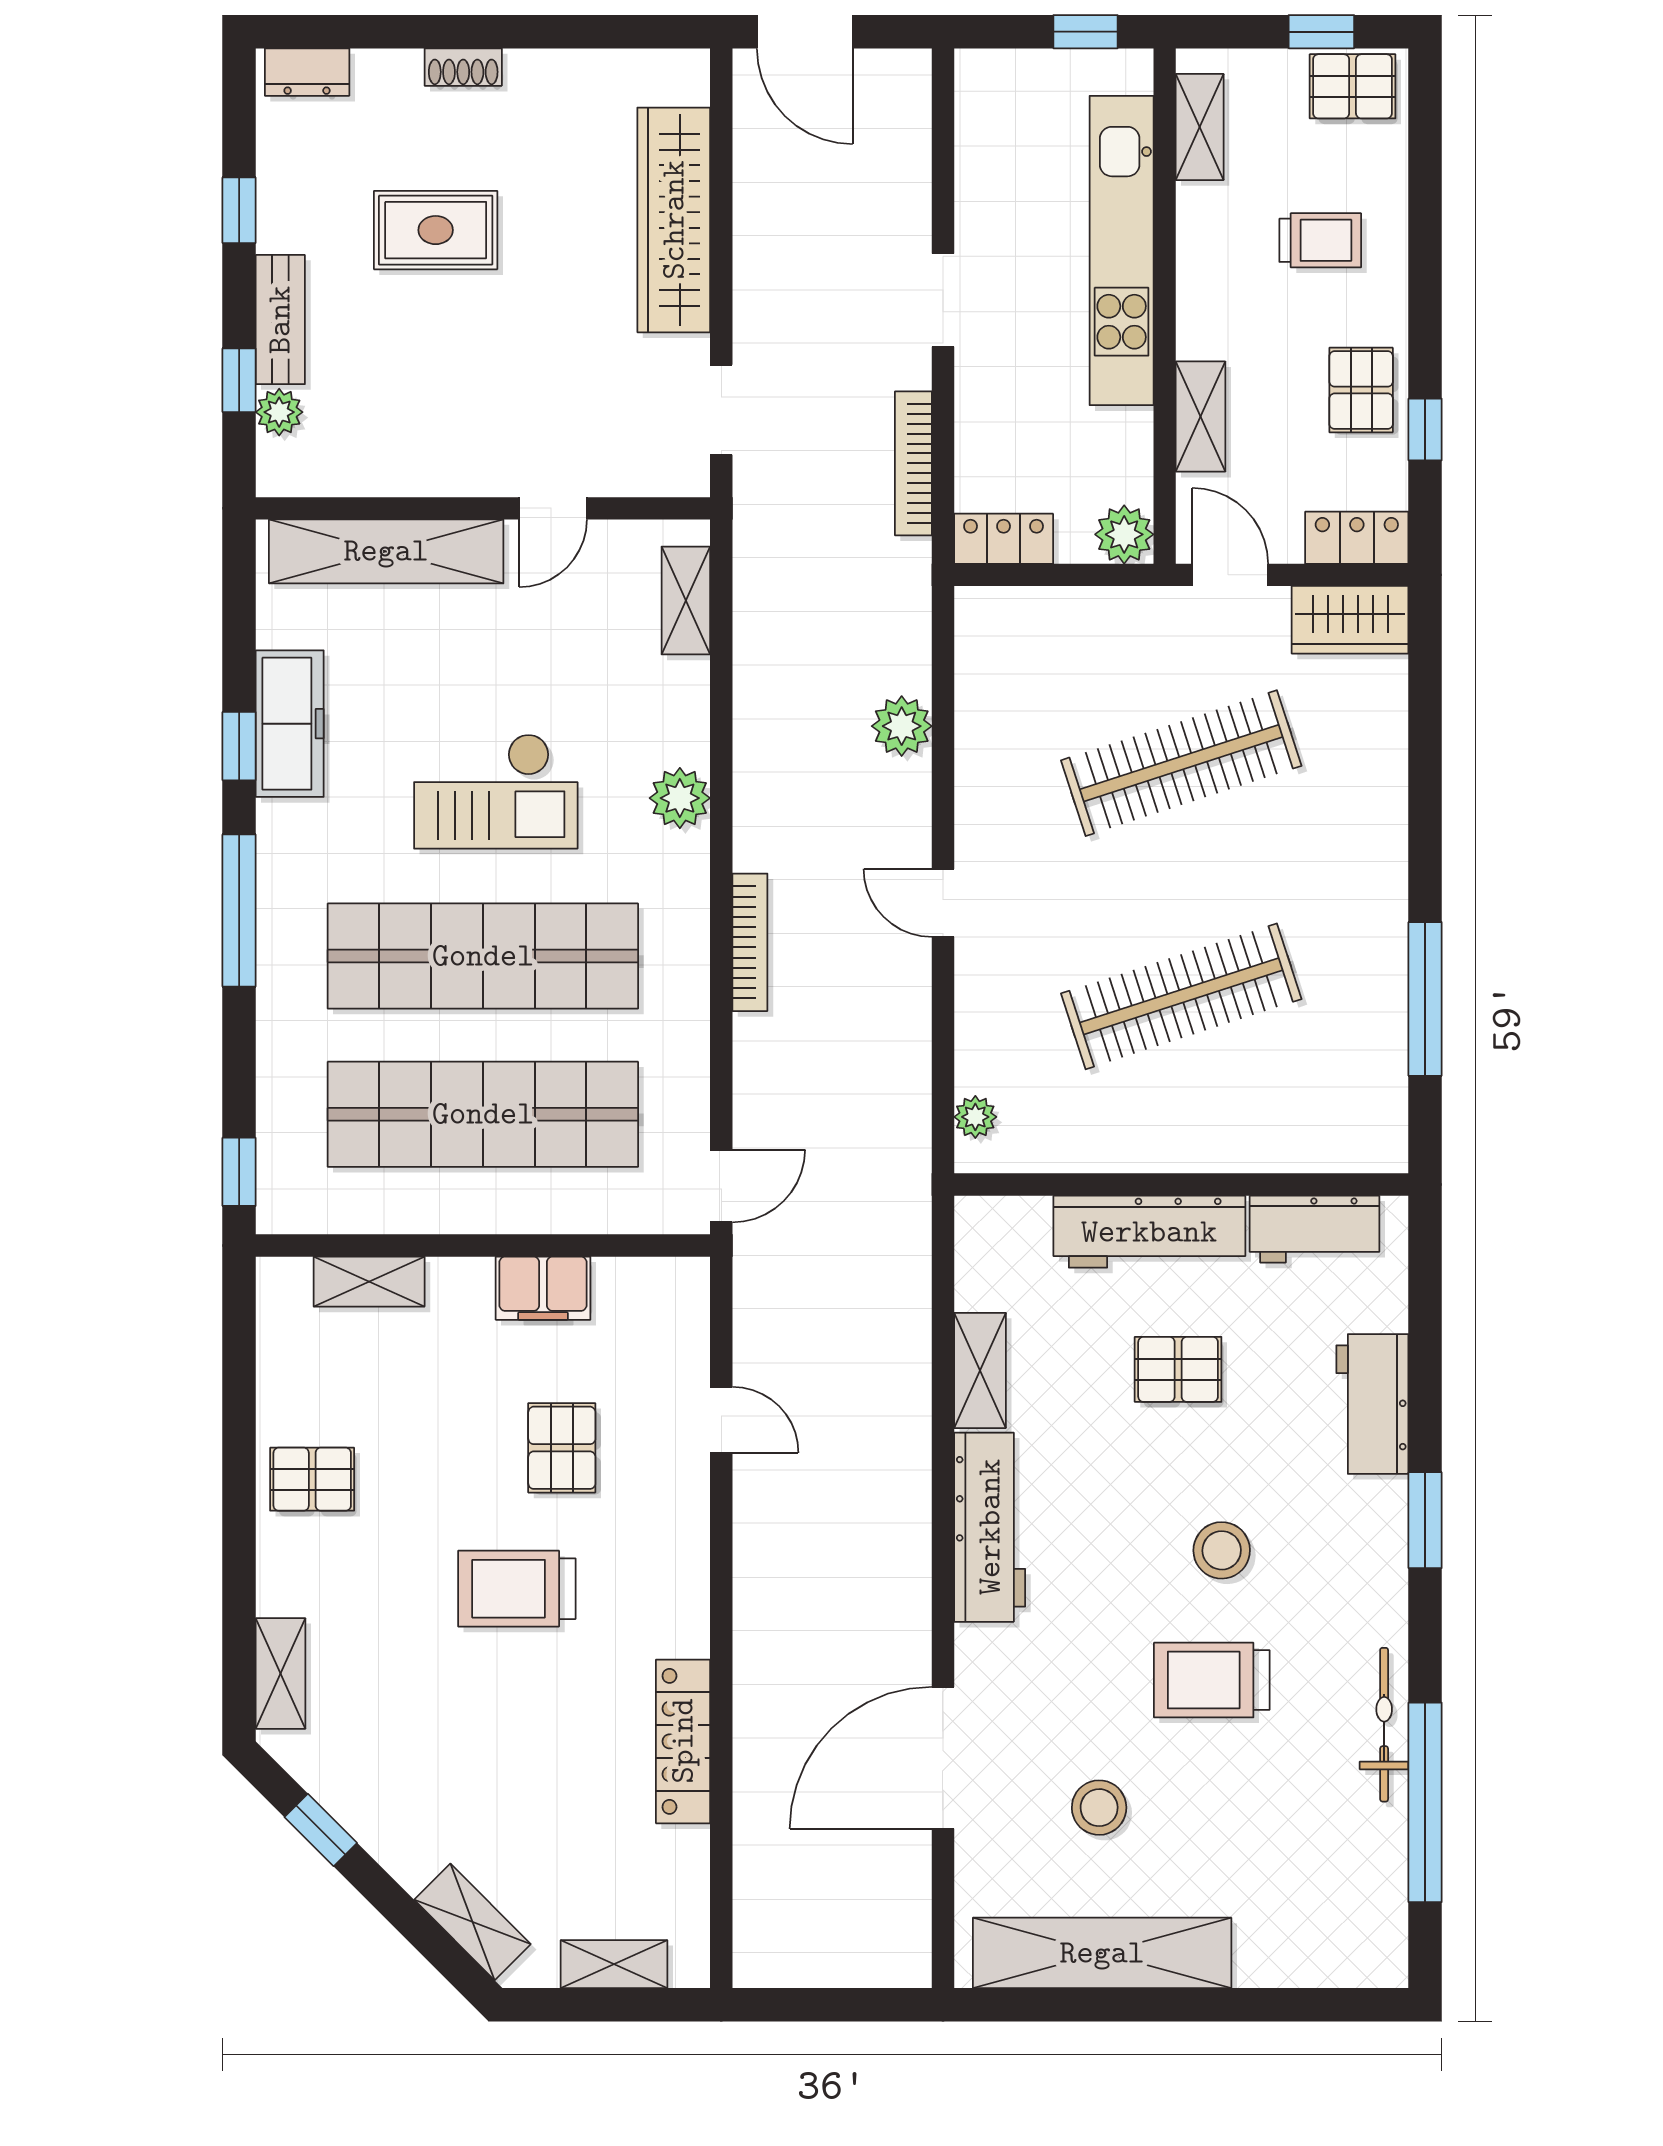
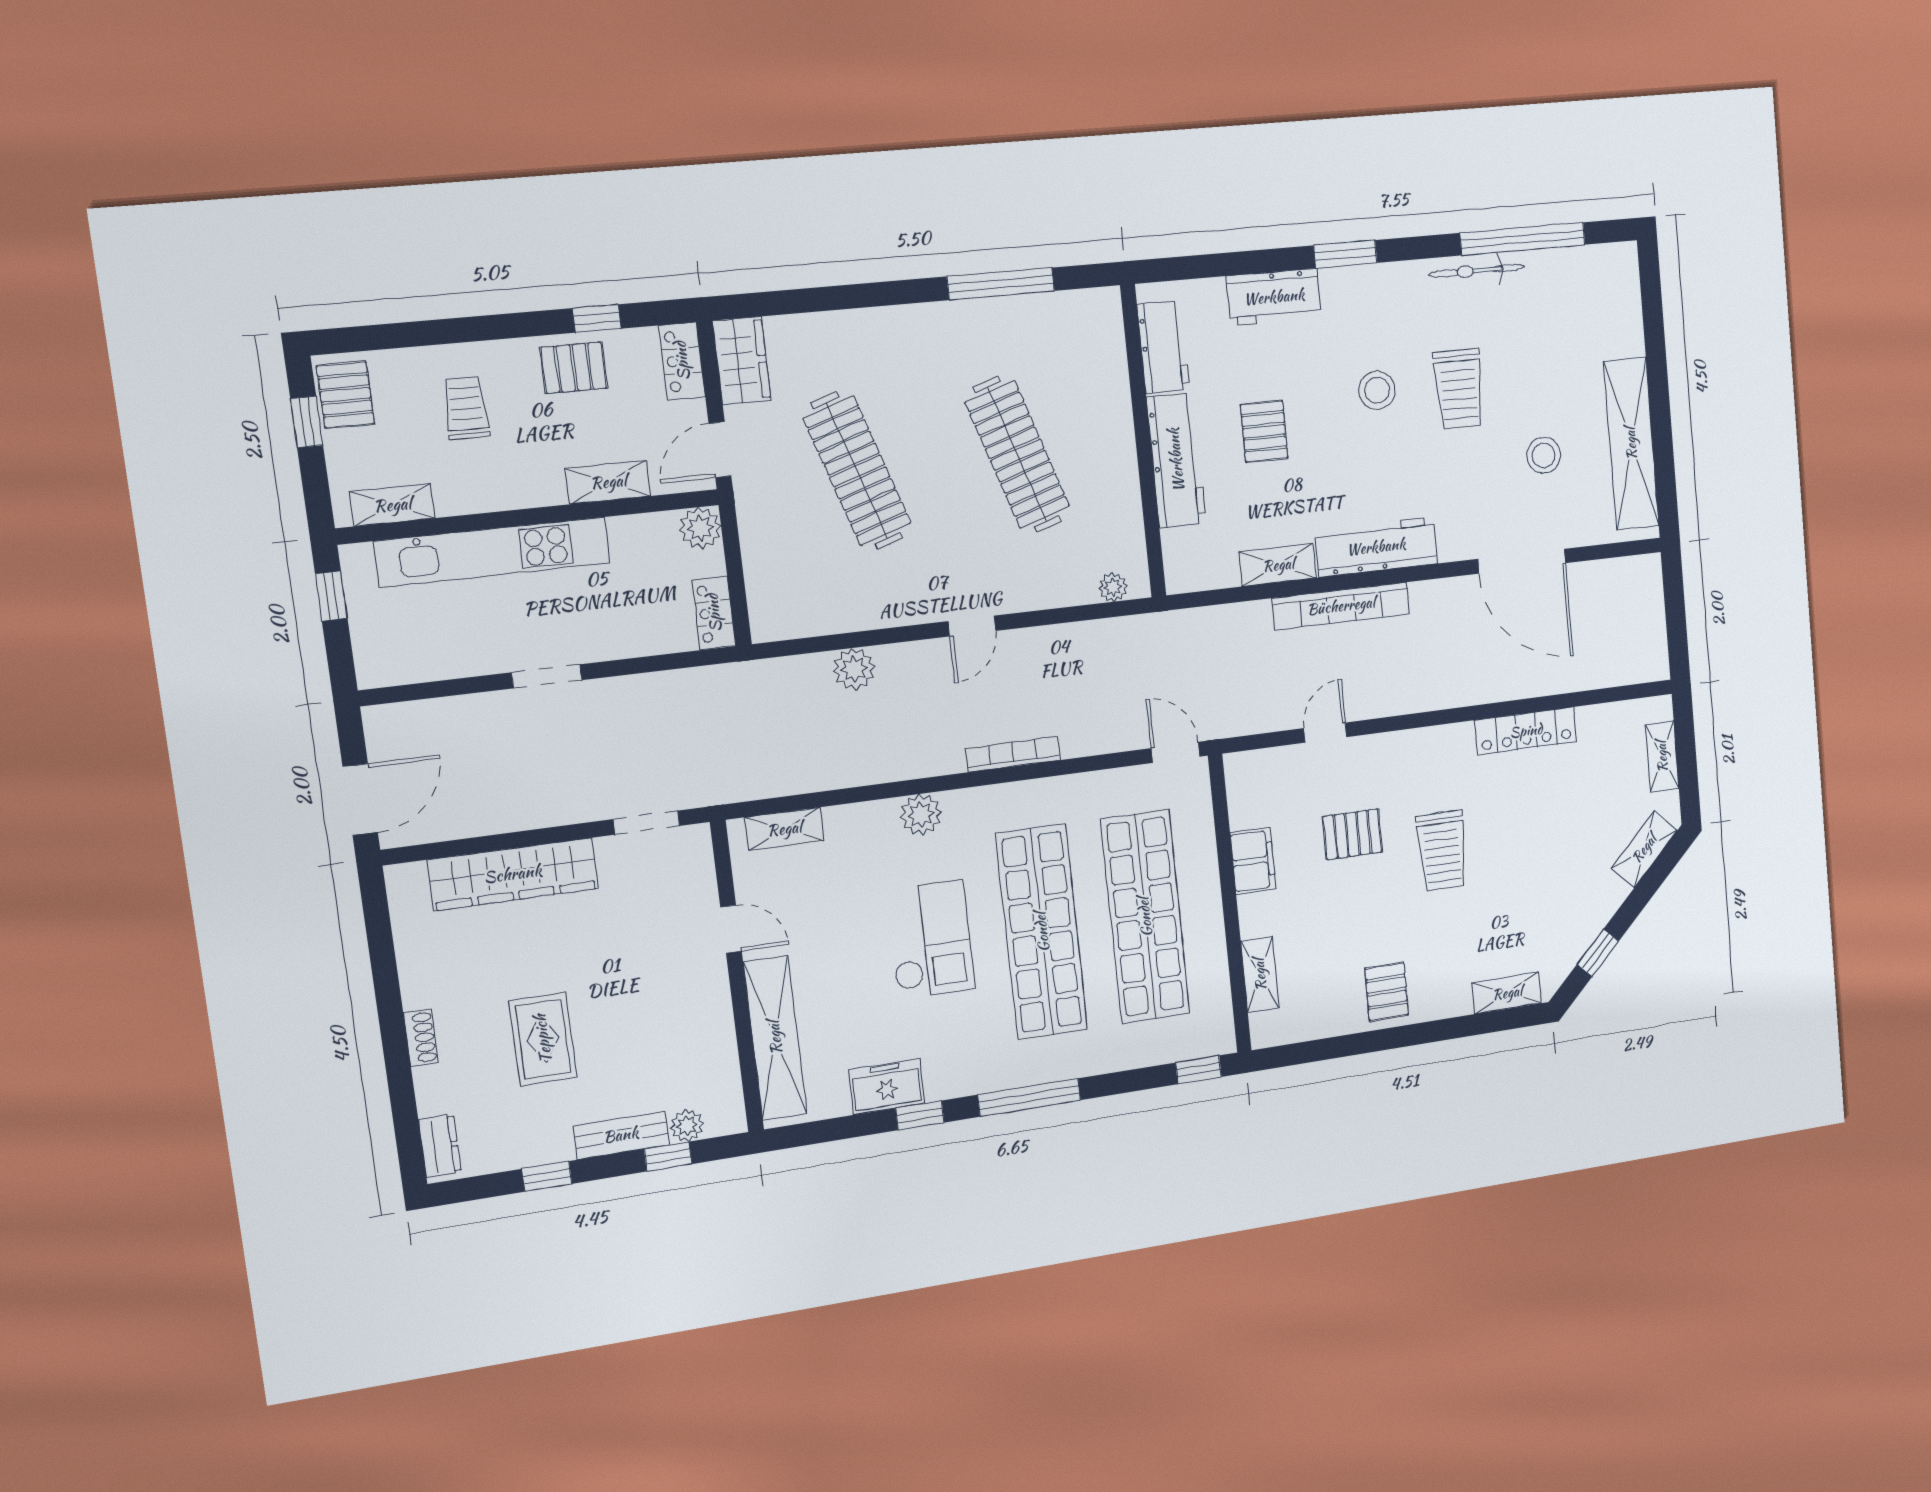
bookcase: (913, 463) -> (1341, 606), moved, width x1.48, depth x1.31
freezer: (290, 724) -> (887, 1086), width x0.71

